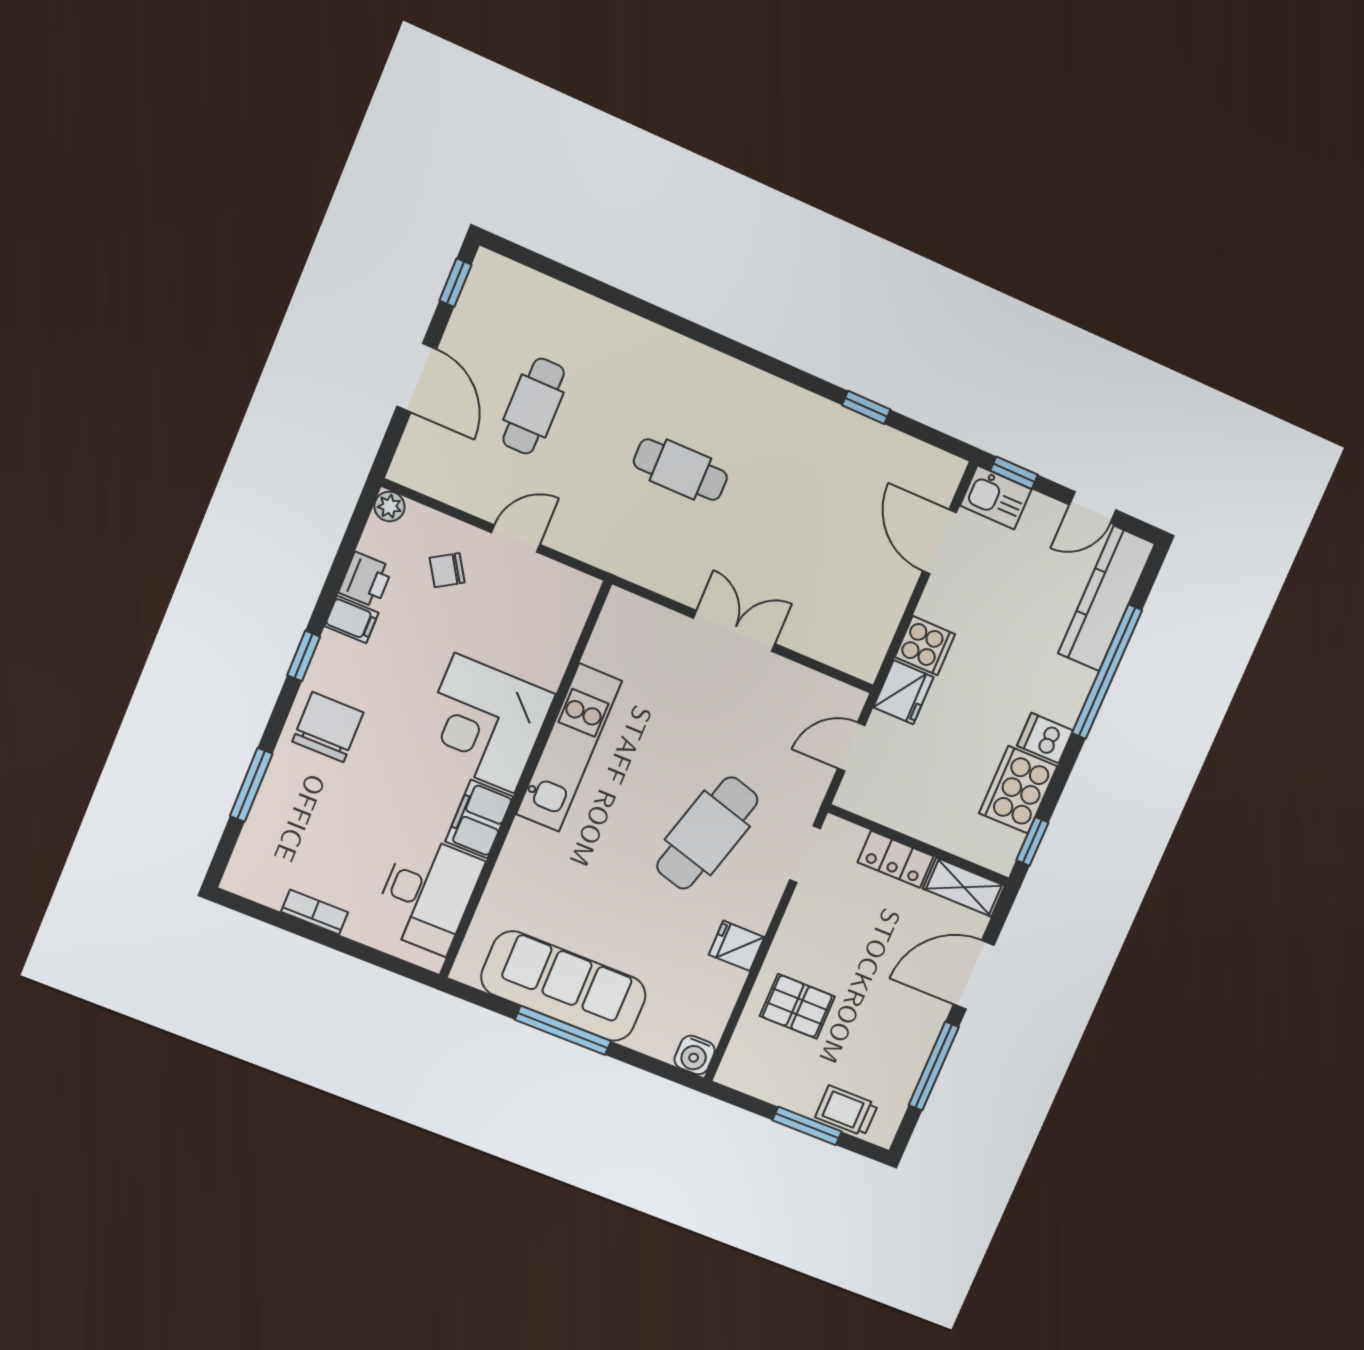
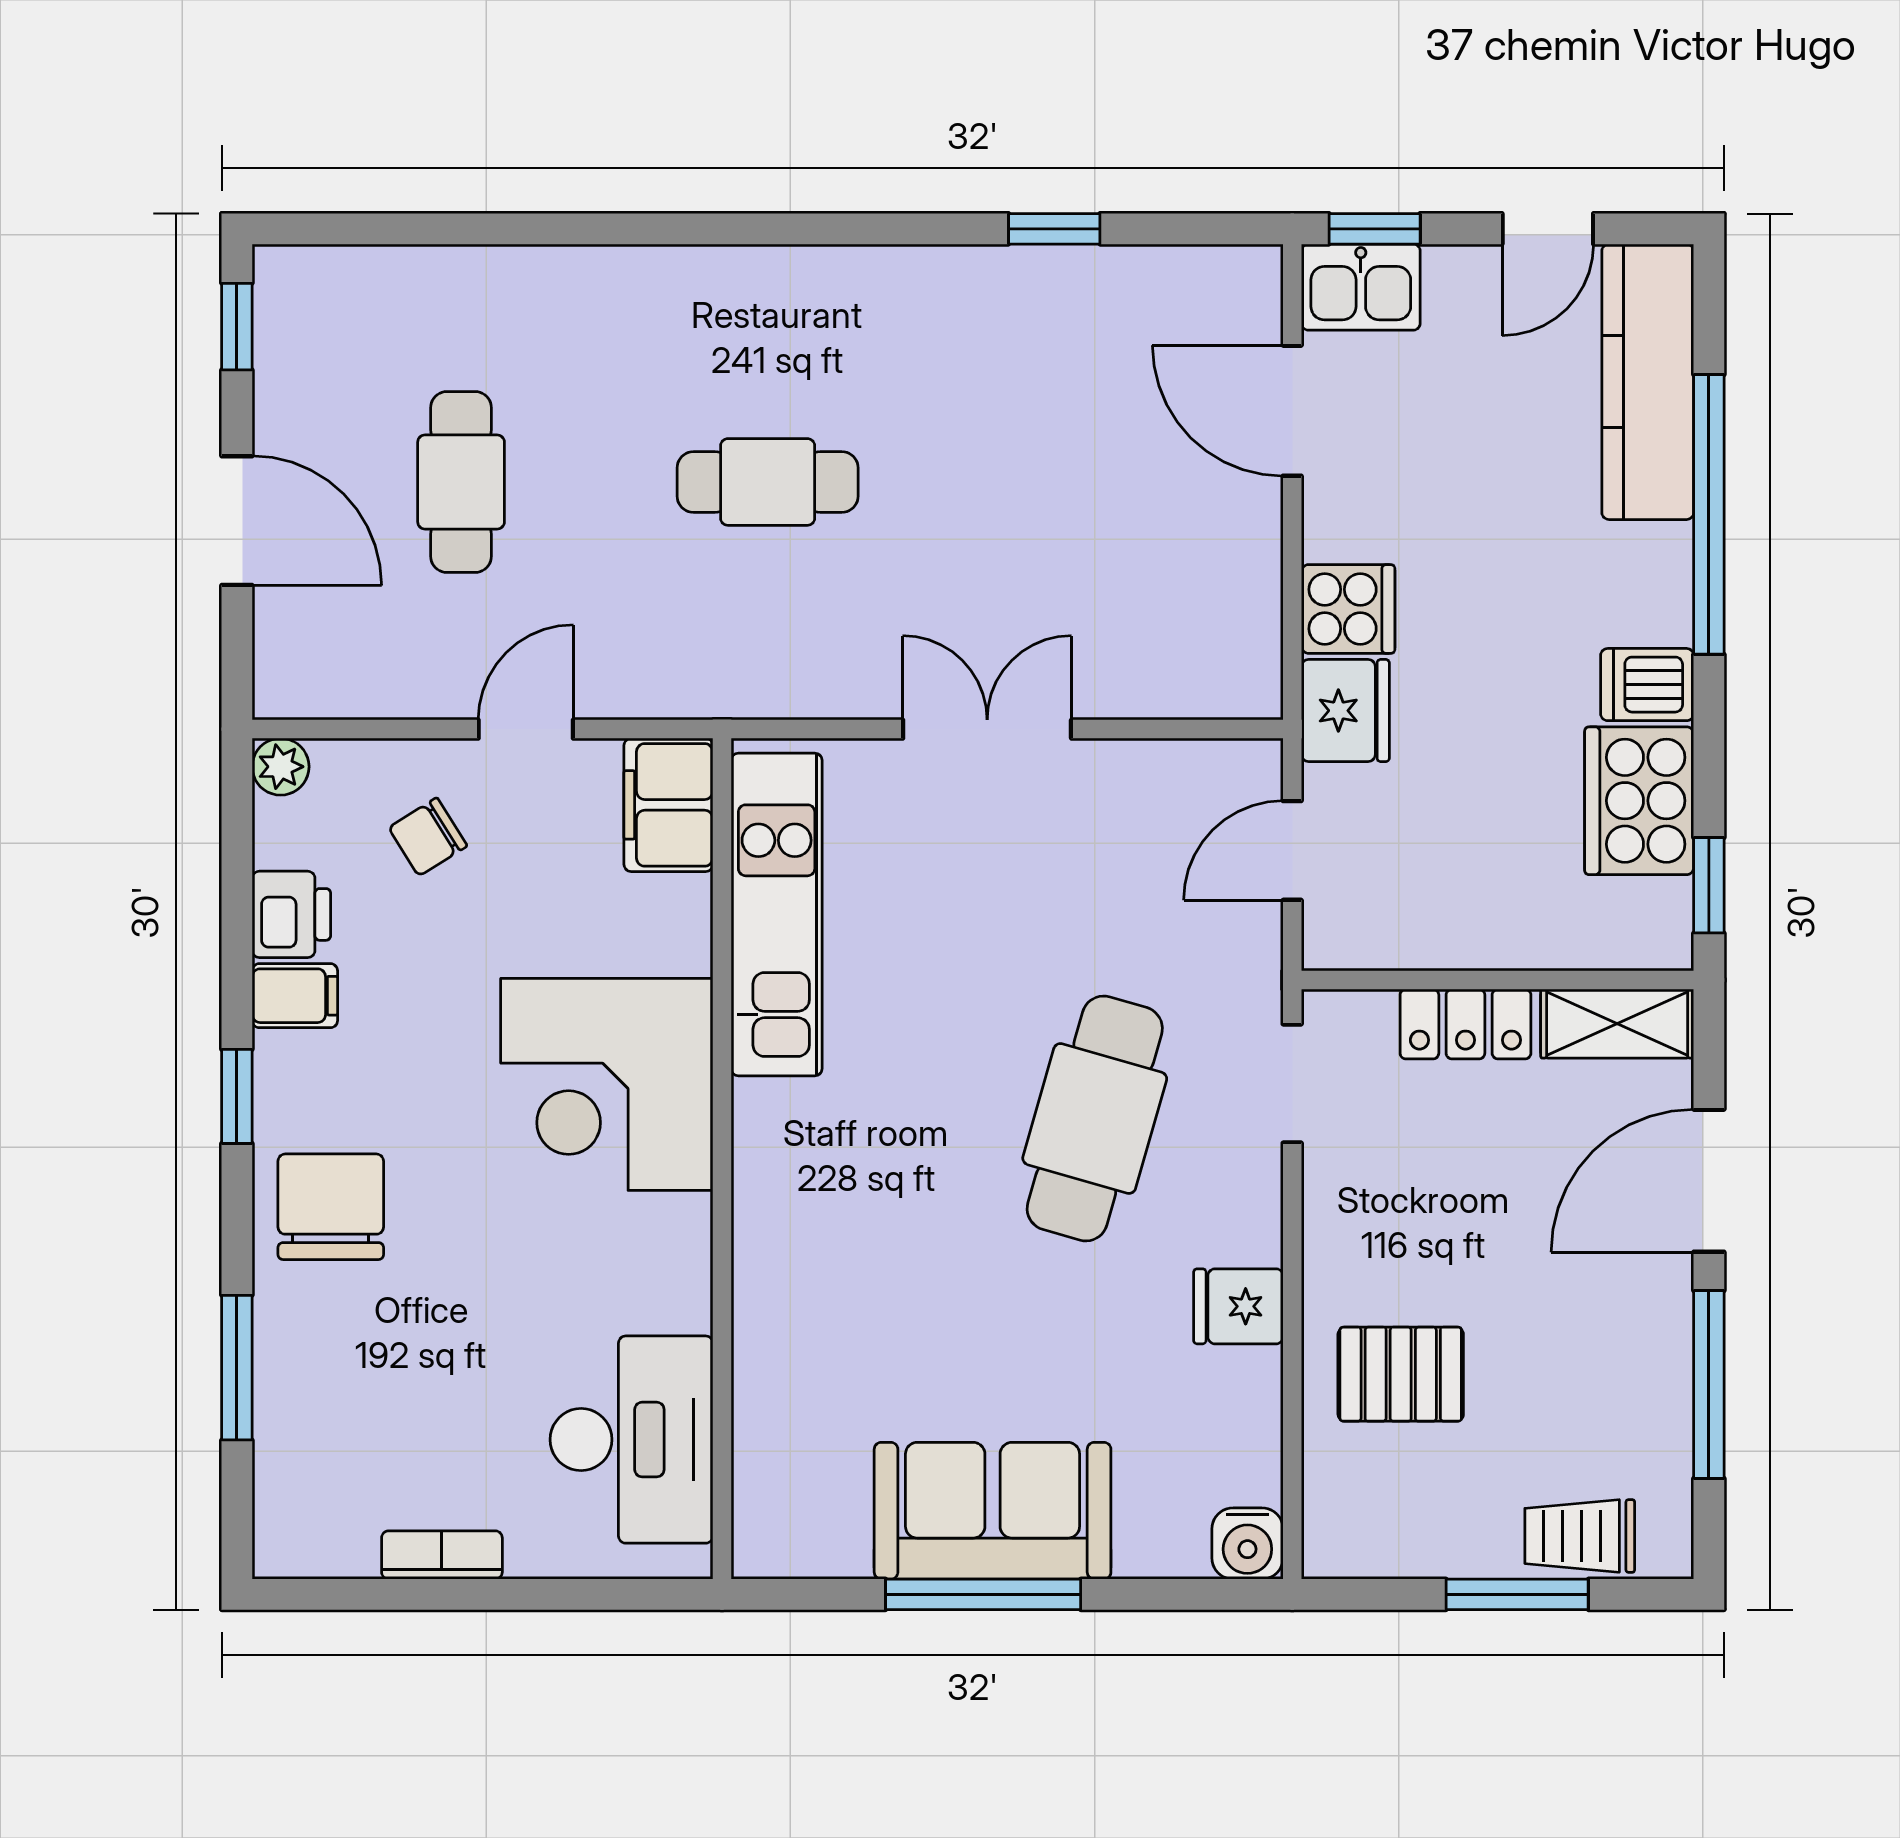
kitchen unit: (569, 748) -> (777, 914), moved
filing cabinet: (479, 819) -> (668, 805), moved
sofa: (564, 986) -> (993, 1511), width x0.73

